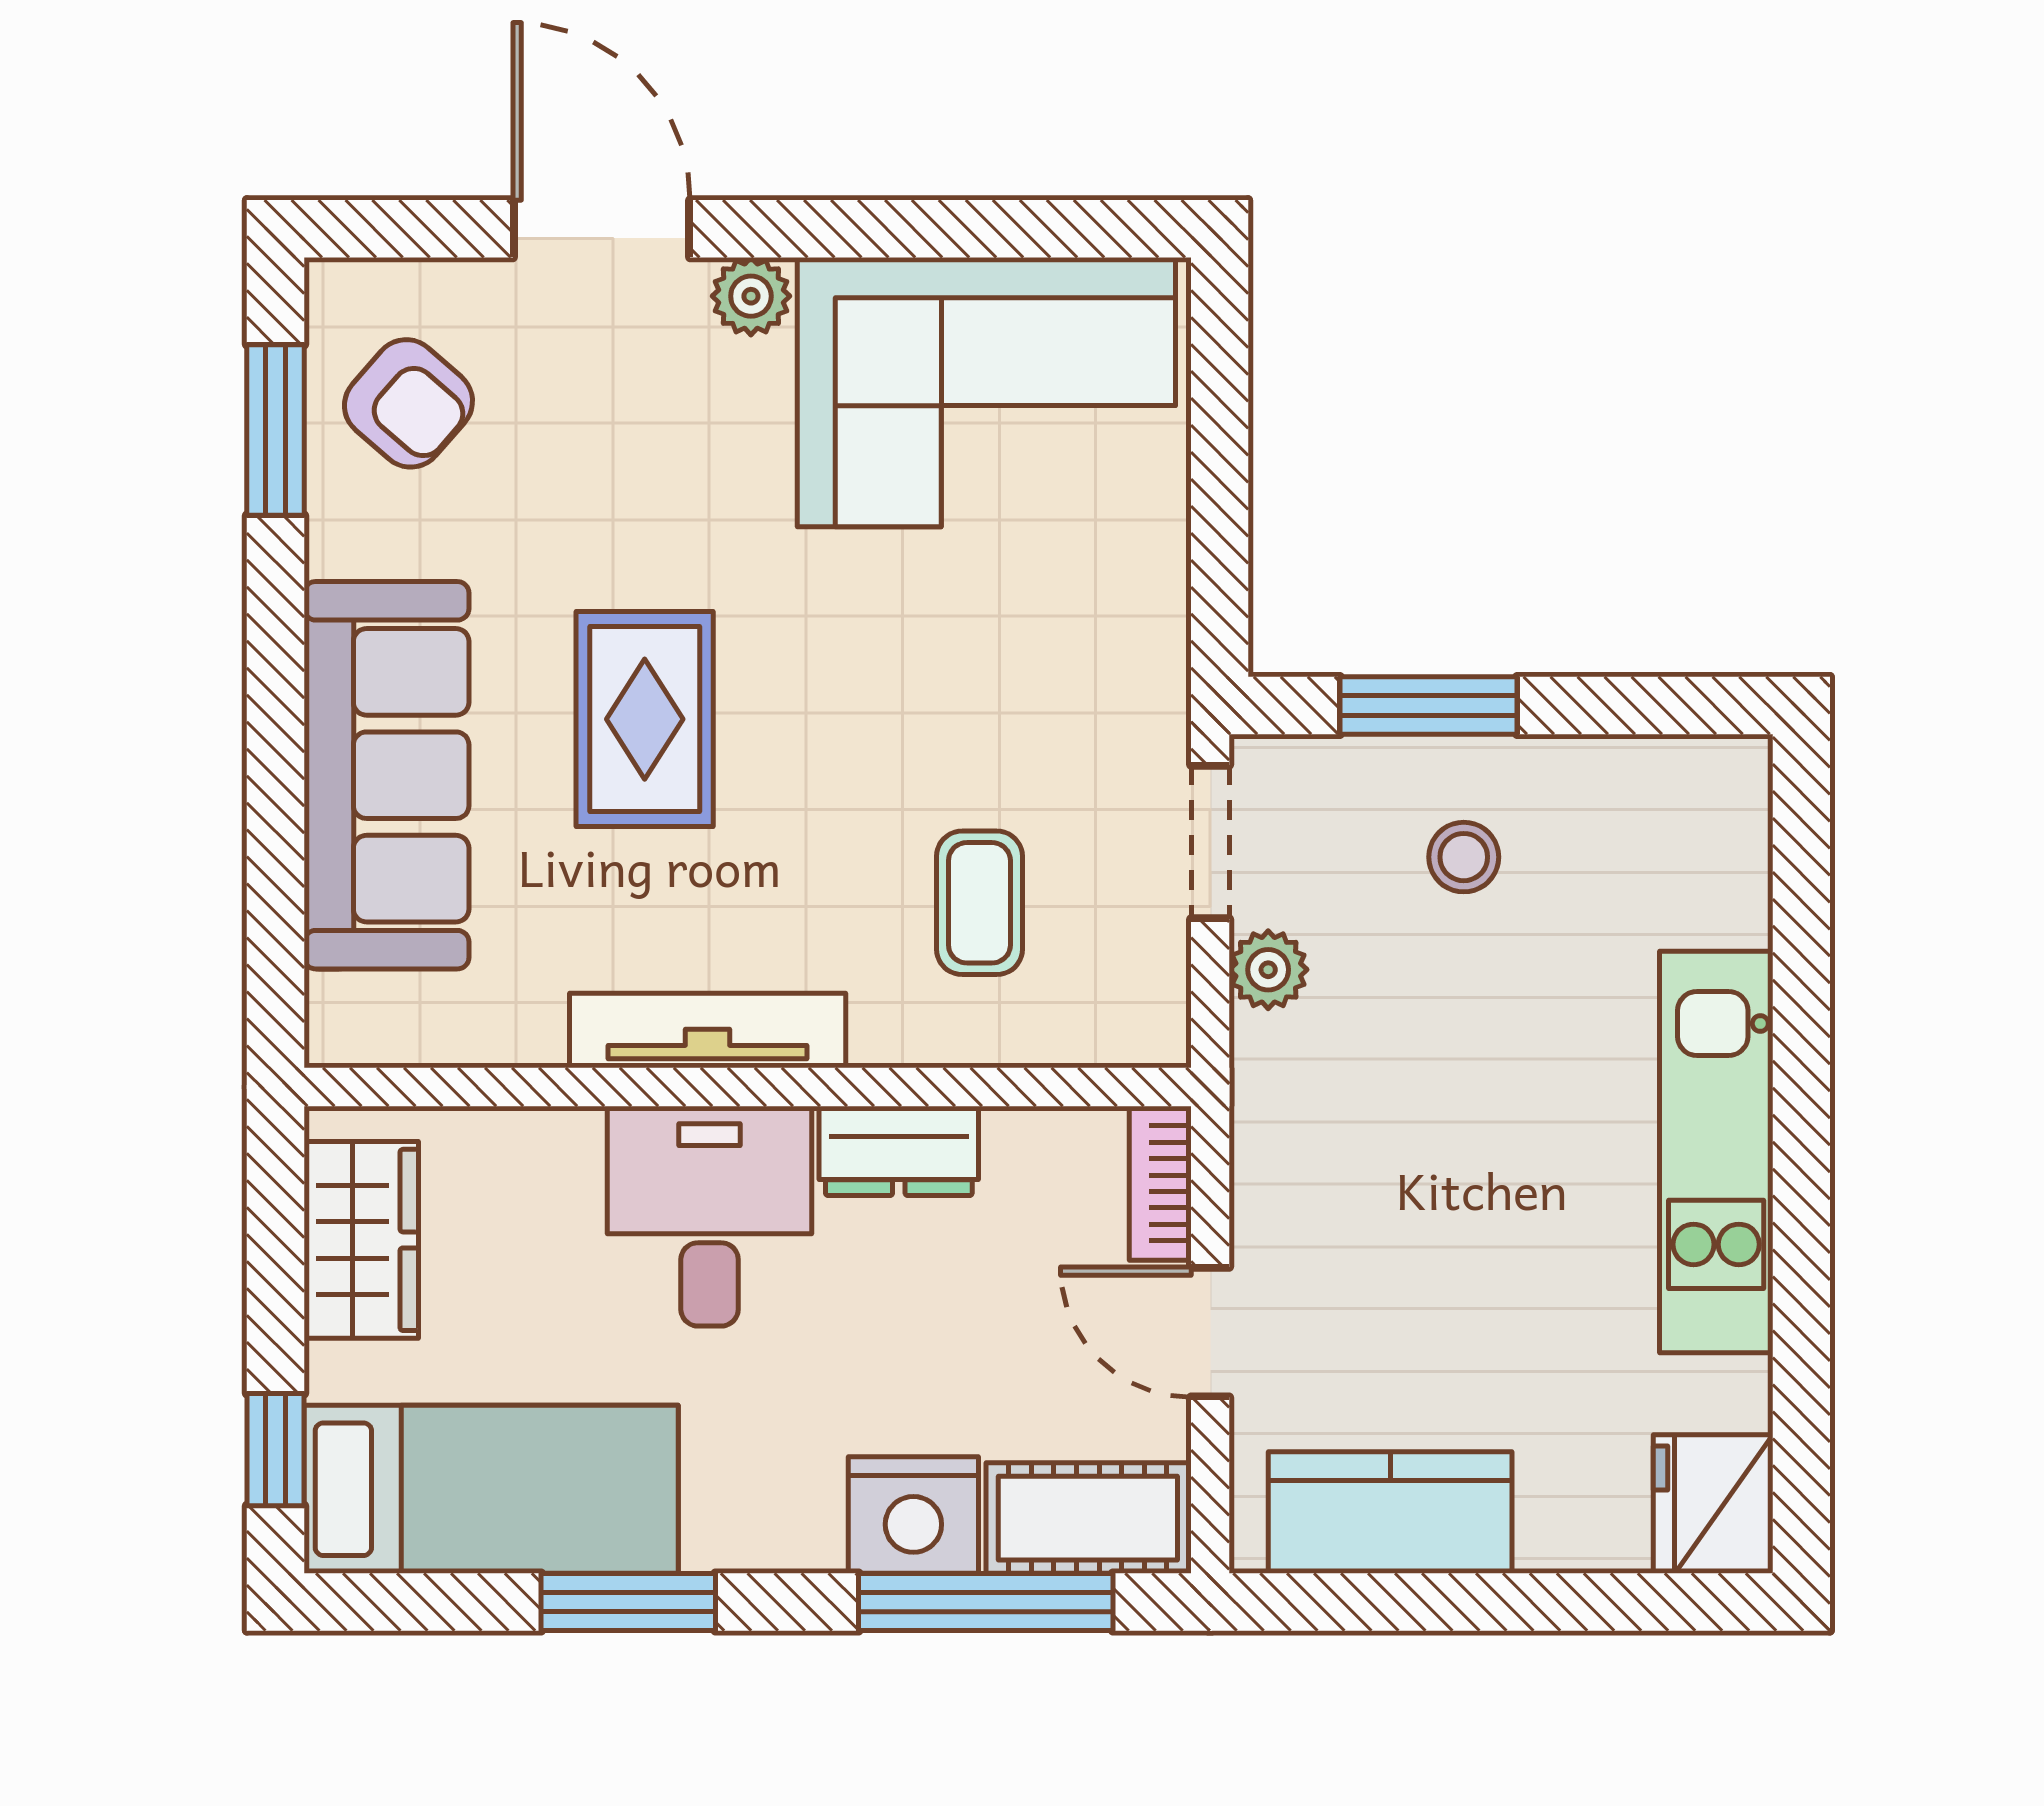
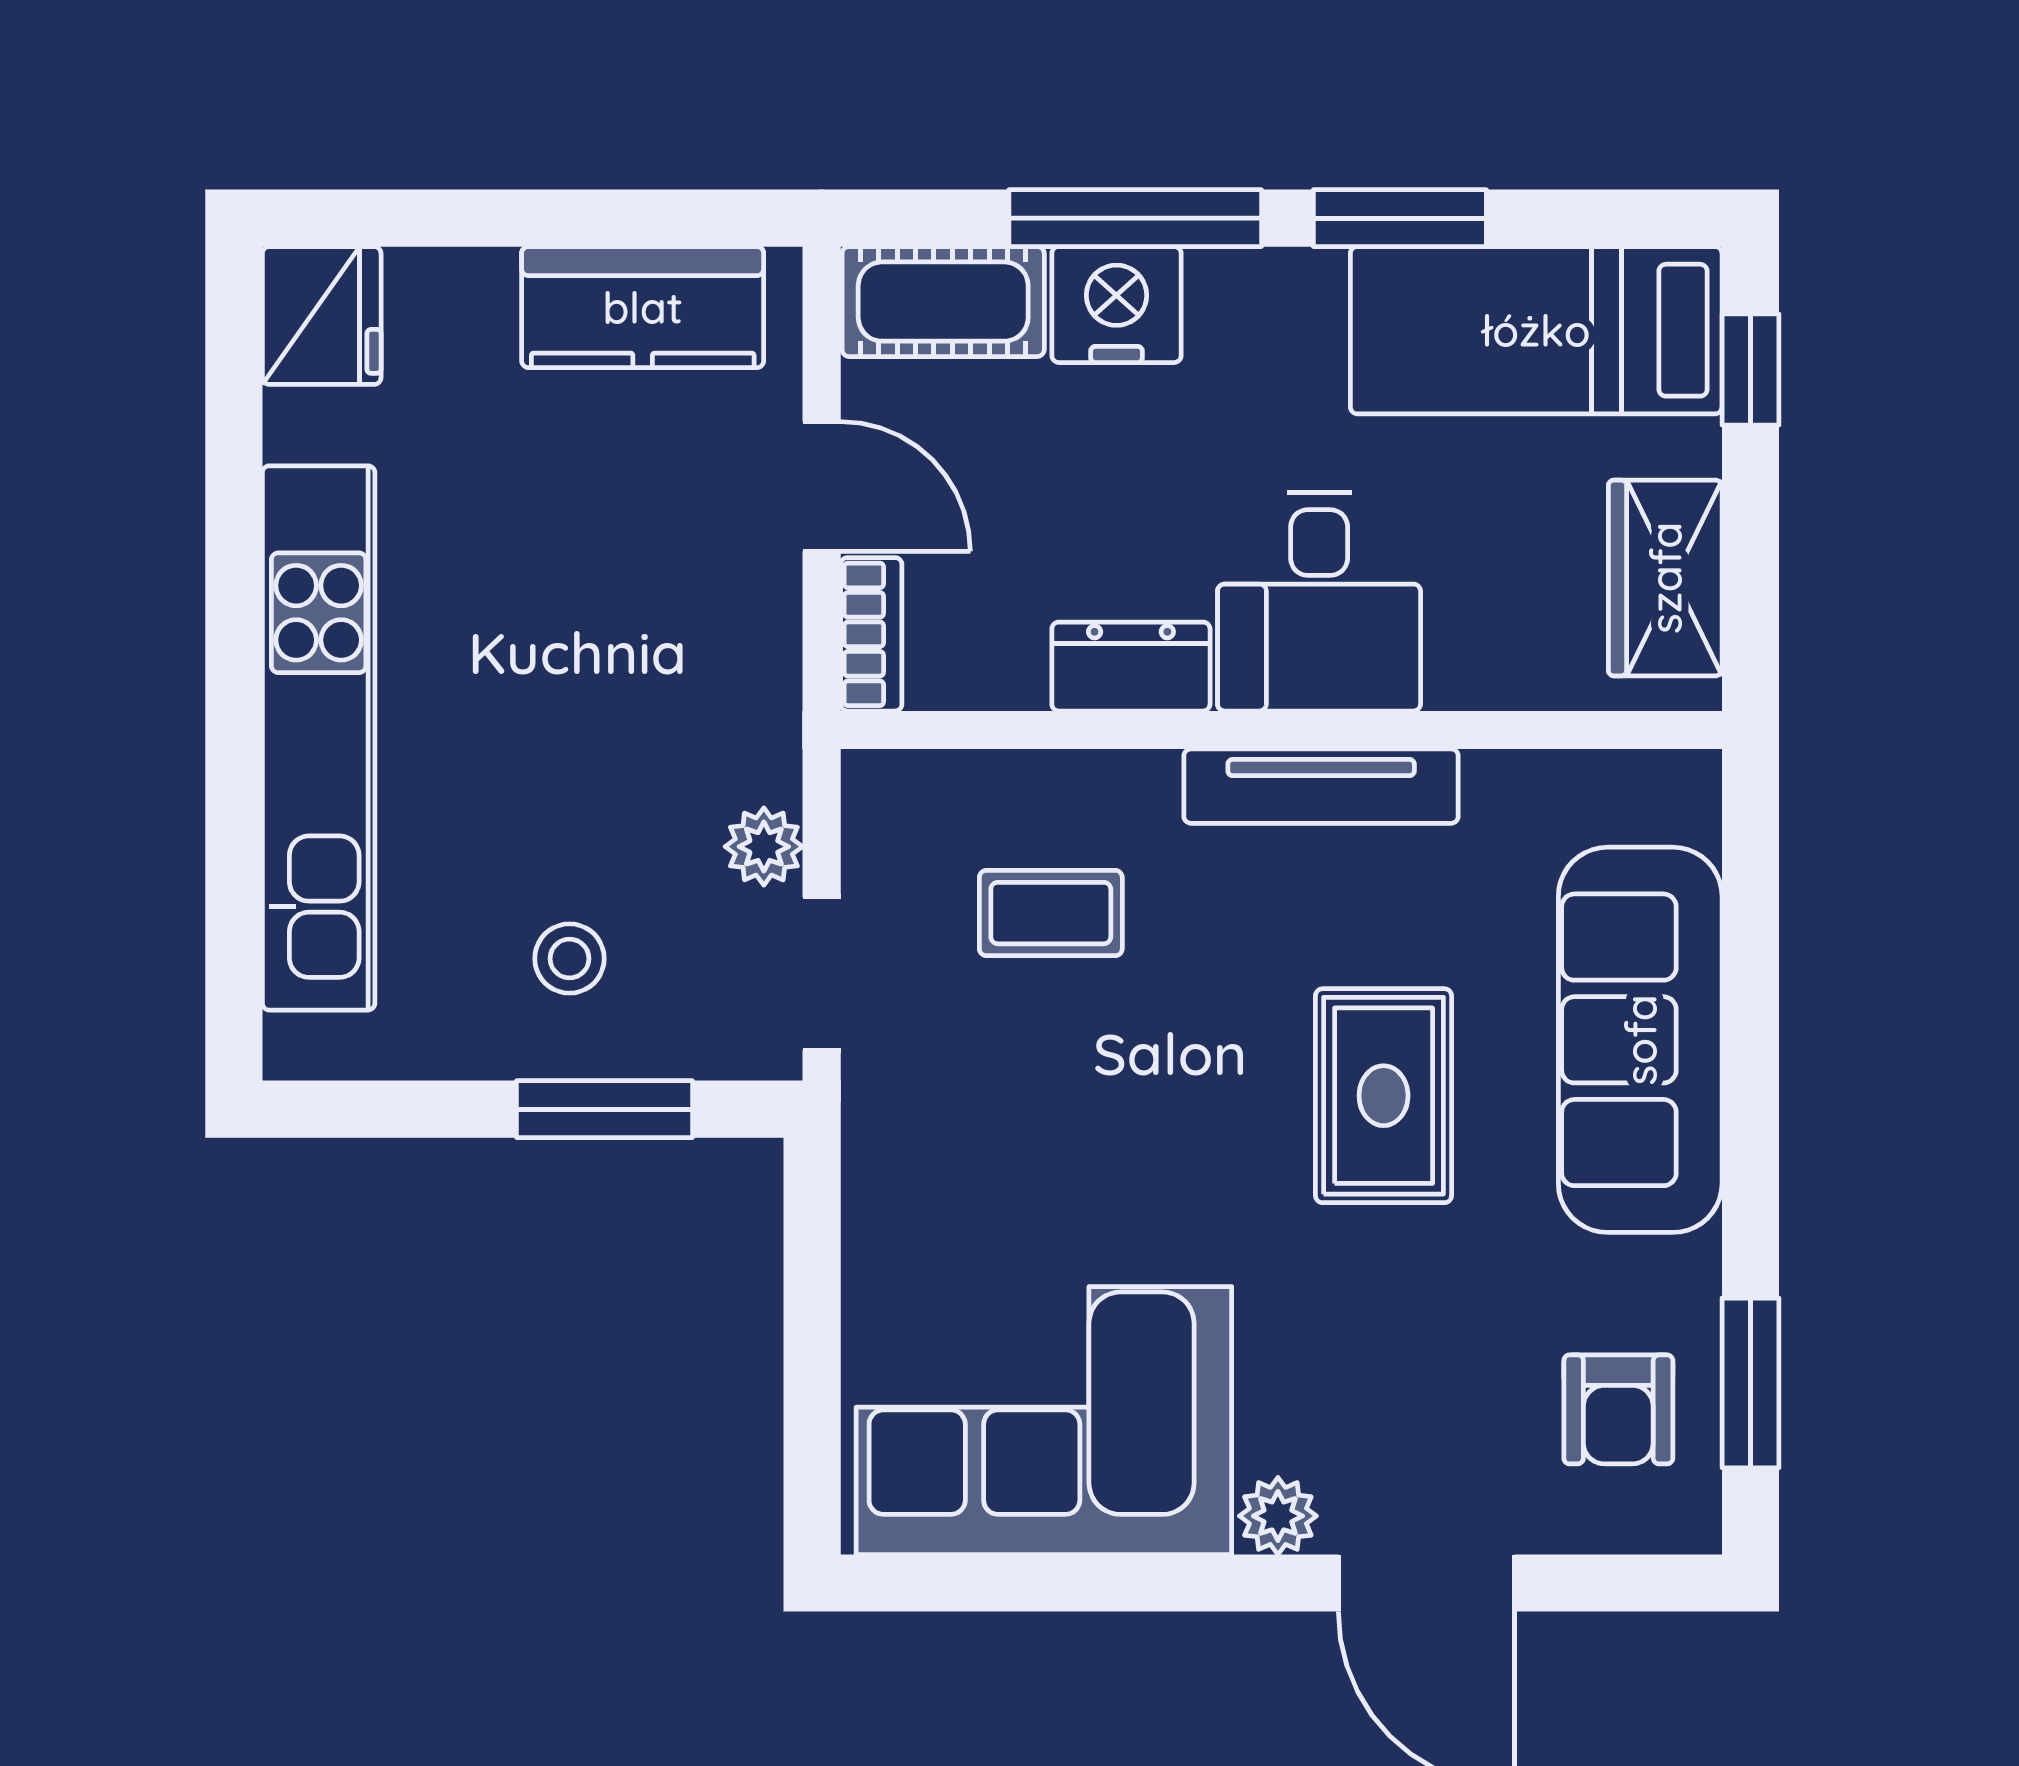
armchair: (408, 403) -> (1618, 1409), turned -131
coffee table: (979, 903) -> (1051, 913), turned 90
kitchen unit: (1716, 1152) -> (319, 738), width x1.36
window: (986, 1602) -> (1135, 218), moved

